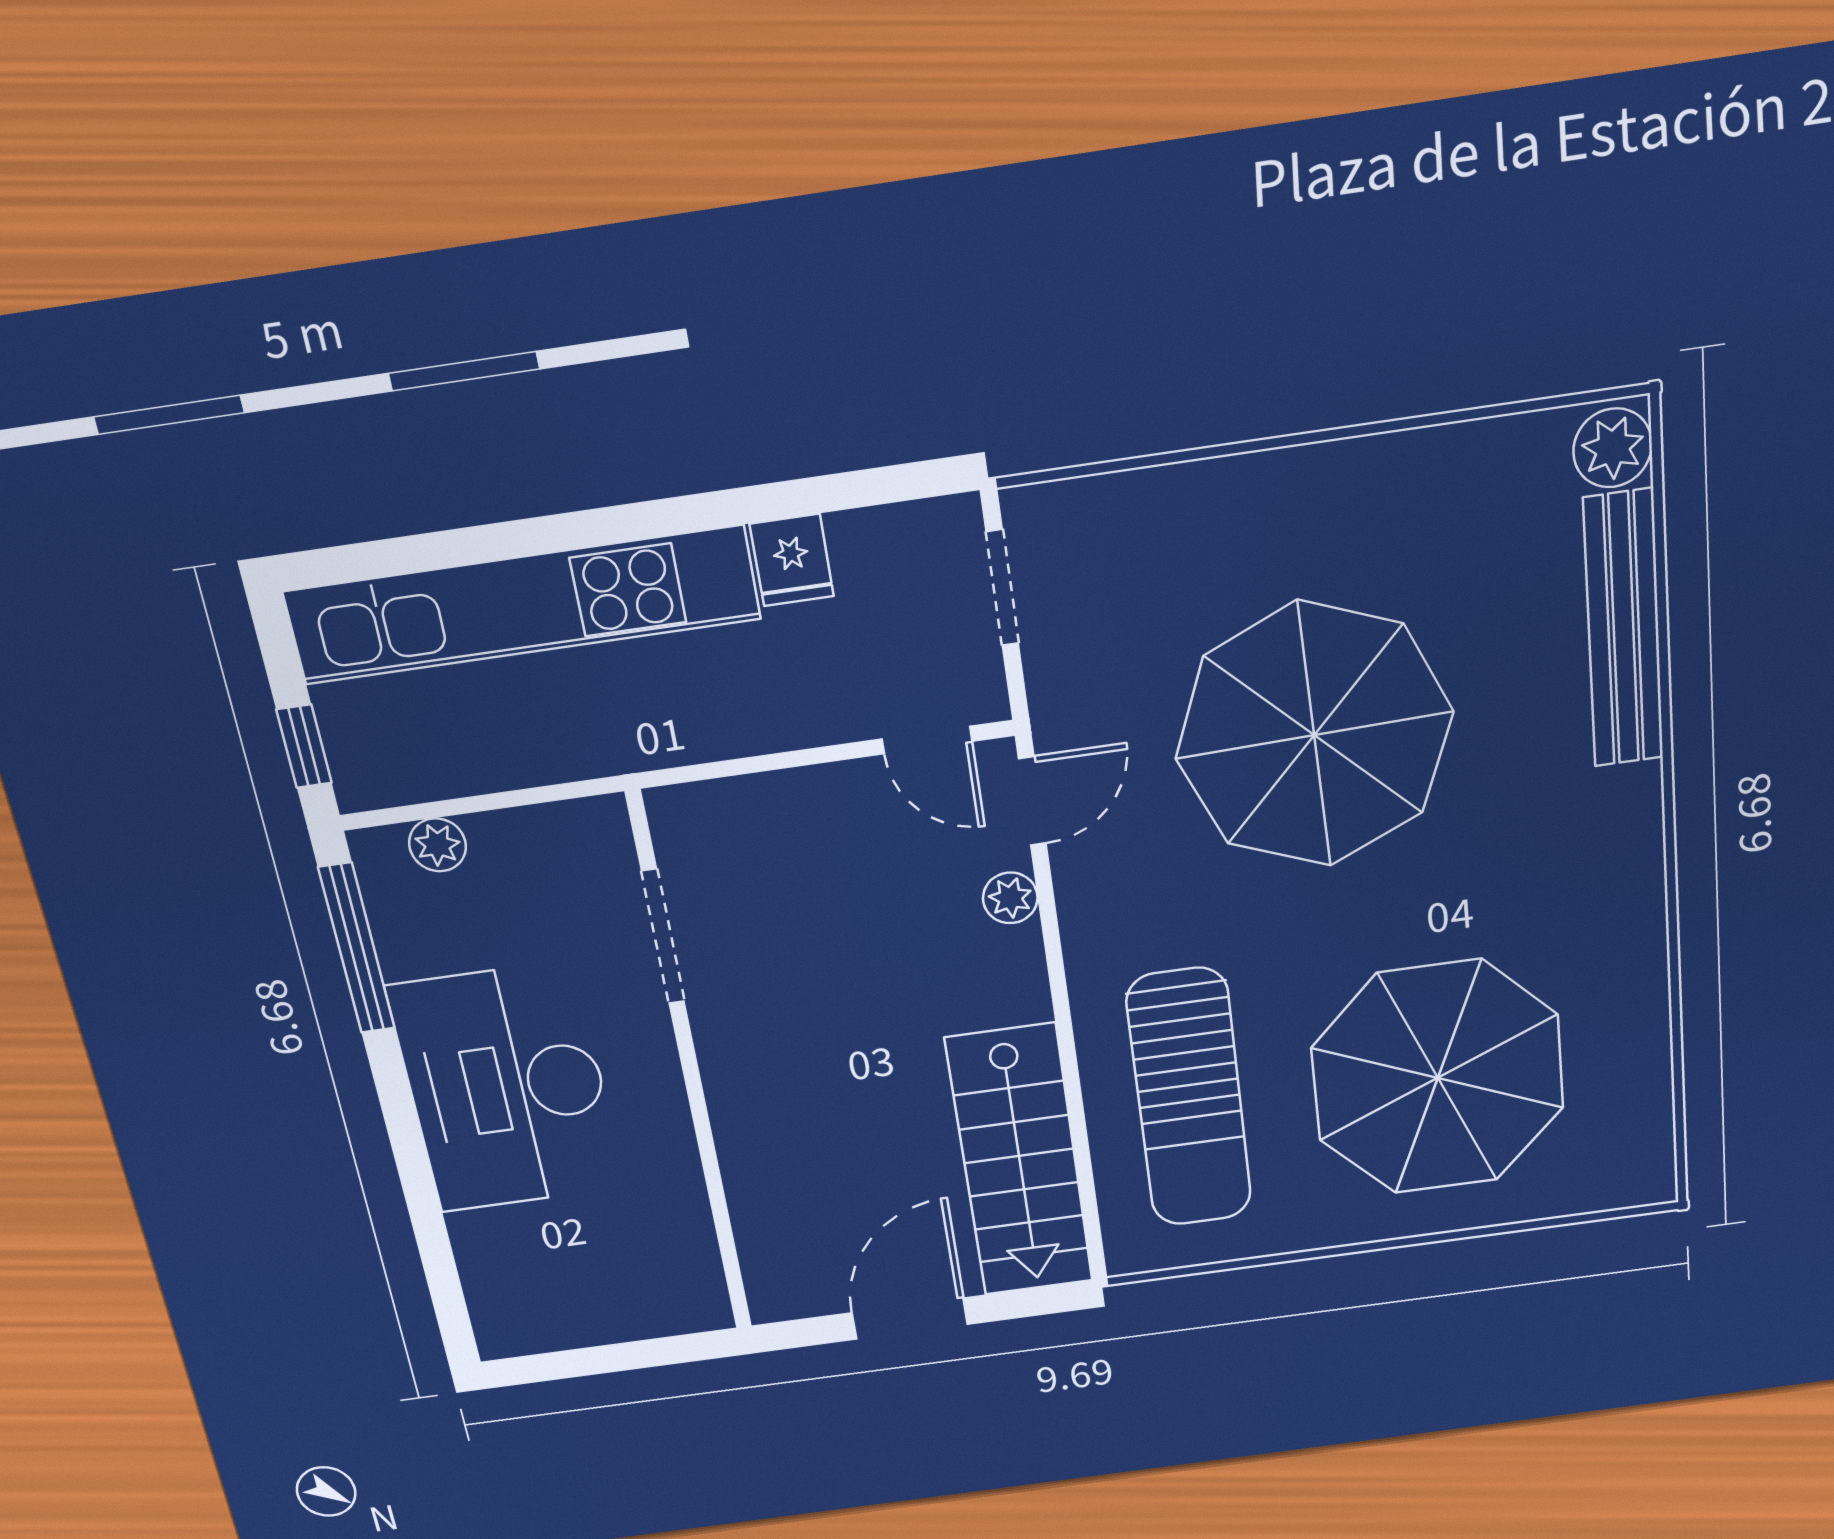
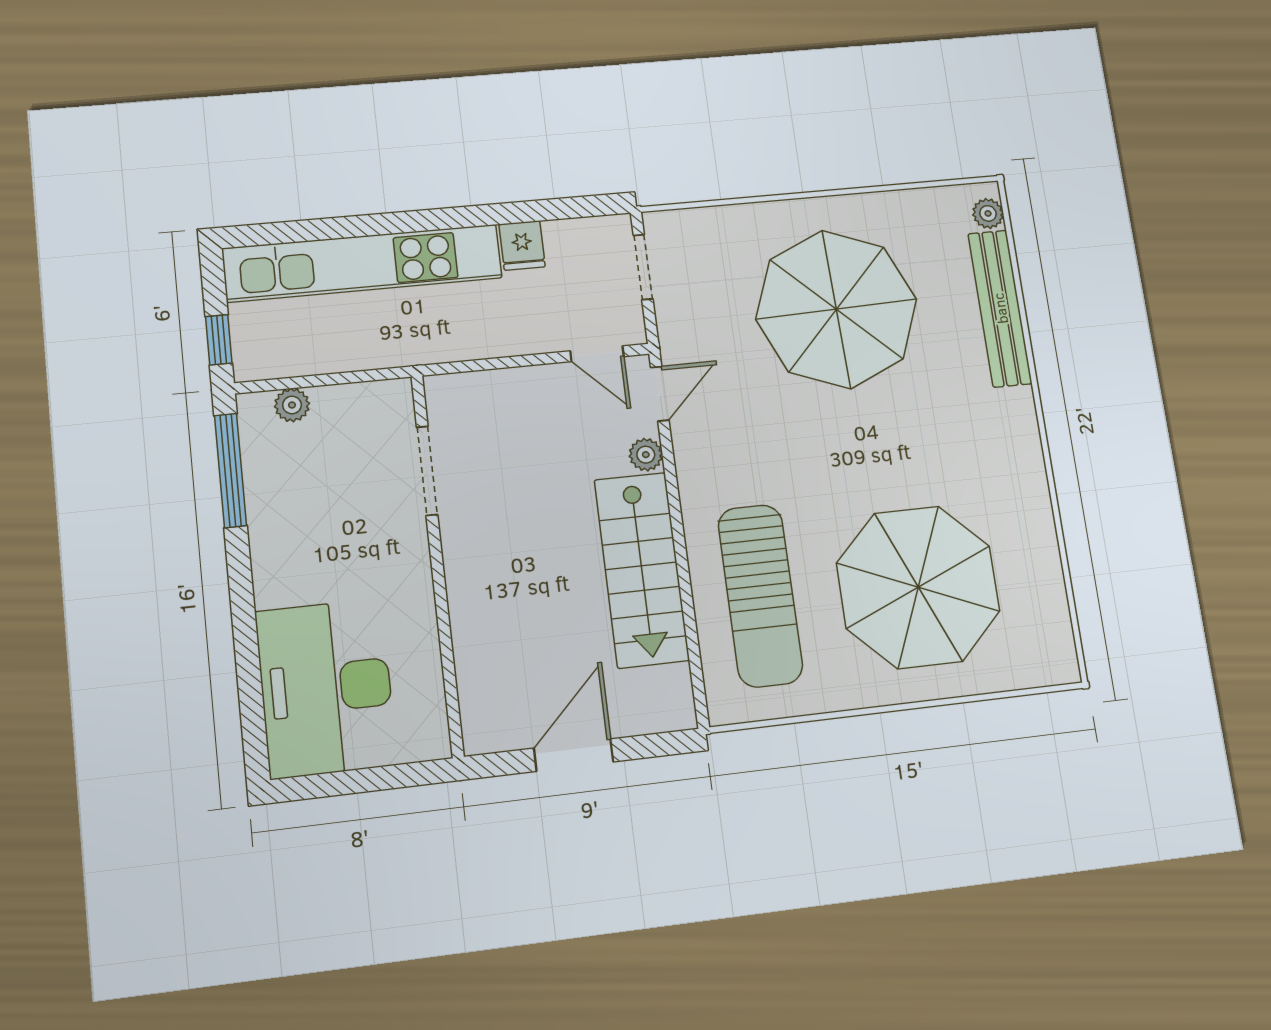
plant: (1613, 448) -> (988, 213), width x0.73, depth x0.73
parasol: (1314, 735) -> (836, 309), moved
desk: (507, 1088) -> (326, 688), moved
stairs: (1020, 1161) -> (642, 570), moved

